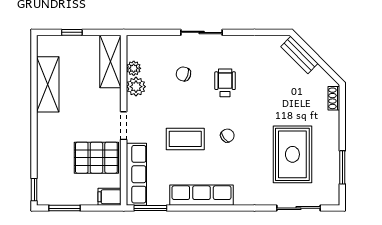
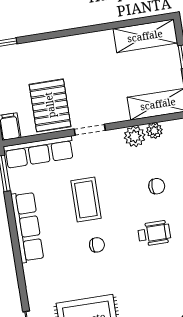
chair: (183, 74) -> (157, 186), turned 71
shelving: (48, 84) -> (145, 36), moved
chair: (227, 136) -> (97, 245), turned -53

